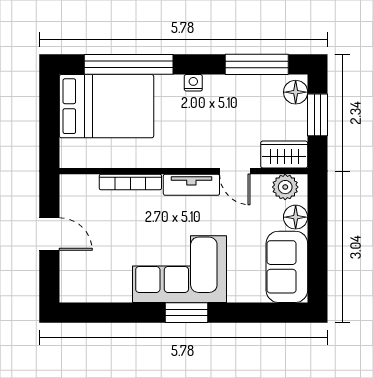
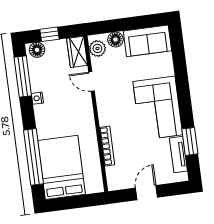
nightstand: (193, 83) -> (37, 98), moved
window: (318, 115) -> (49, 34), width x0.67
door: (235, 171) -> (92, 81), swing flipped
tv unit: (191, 185) -> (178, 155), moved, turned 180
window: (186, 313) -> (190, 141), moved

